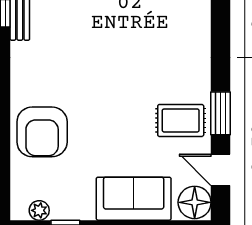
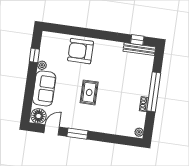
rug: (181, 120) -> (89, 92), moved
plant: (39, 210) -> (42, 65), moved

